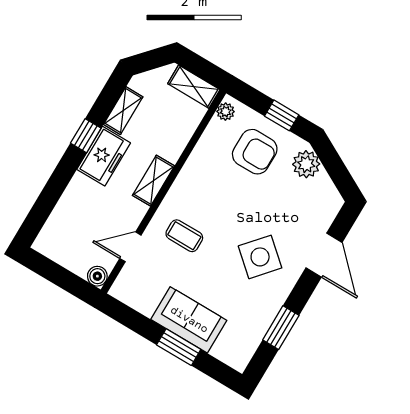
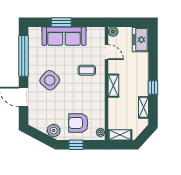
freezer: (104, 156) -> (140, 40), moved
door: (130, 247) -> (107, 52), hinge flipped
sofa: (189, 320) -> (64, 36), width x1.36
window: (281, 328) -> (23, 56), width x2.11

